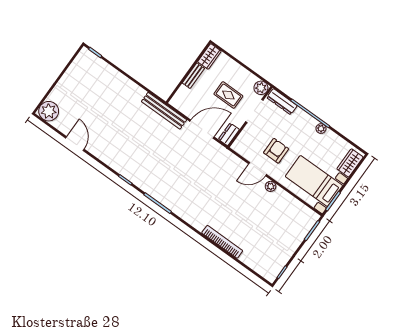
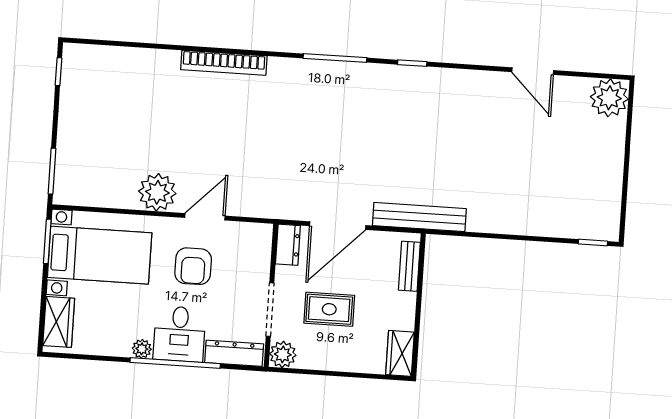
bench: (193, 76) -> (409, 266), moved
desk: (300, 125) -> (179, 334), added
plant: (271, 186) -> (157, 192), width x1.88, depth x1.88
bookcase: (222, 242) -> (224, 63), moved

